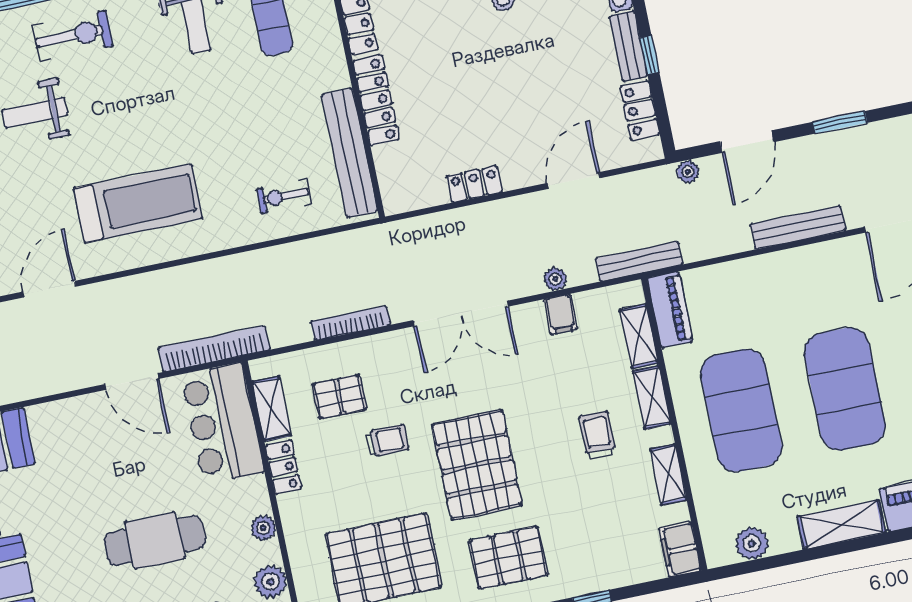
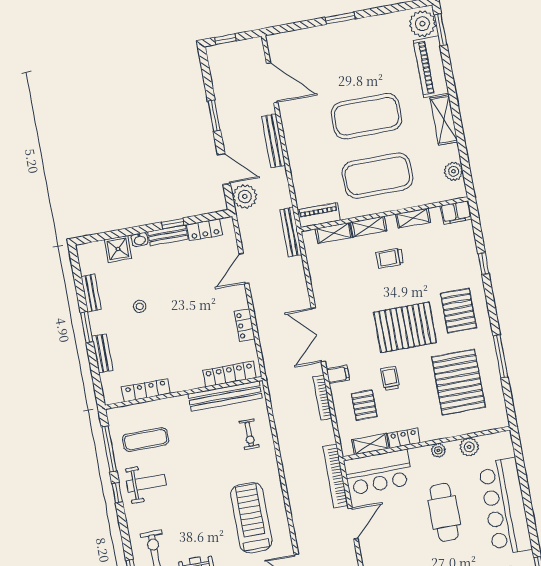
locker: (376, 100) -> (230, 374), moved
plant: (688, 172) -> (245, 196), width x1.87, depth x1.87
door: (574, 181) -> (244, 268), hinge flipped
plant: (555, 279) -> (300, 280), removed
double door: (461, 313) -> (318, 335), swing flipped
filing cabinet: (561, 314) -> (338, 374), moved

